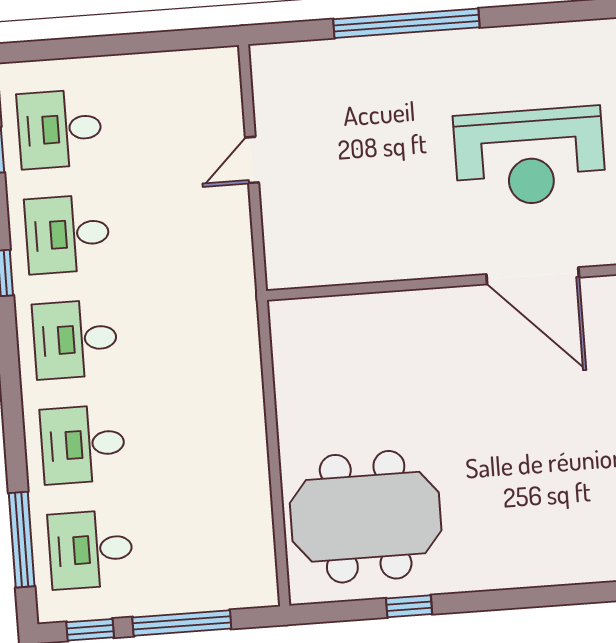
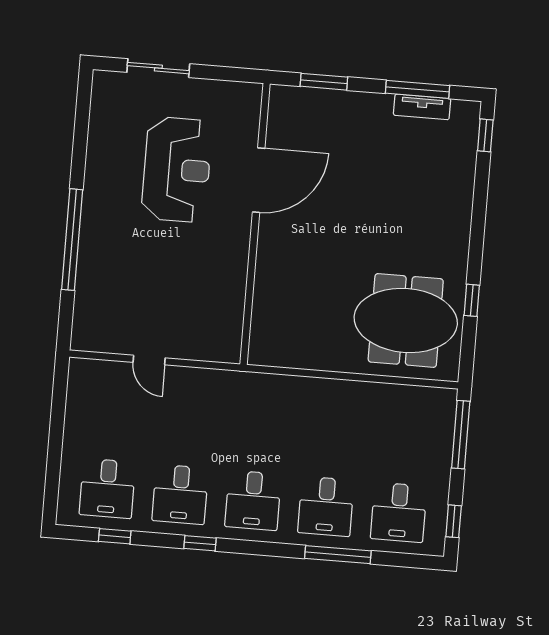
meeting table: (366, 517) -> (406, 320), turned 90
window: (22, 540) -> (338, 555), moved
window: (182, 623) -> (461, 435), moved

